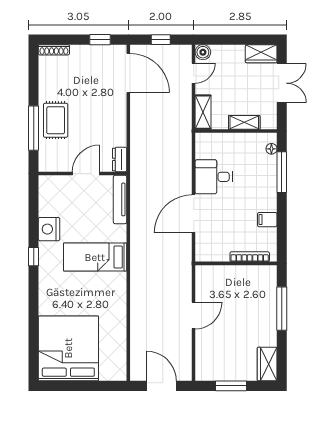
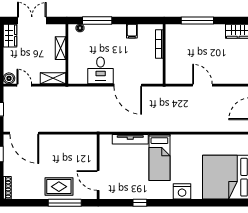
door: (128, 73) -> (24, 133), swing flipped
dresser: (120, 159) -> (88, 140), removed
door: (86, 174) -> (98, 181), moved
tv unit: (120, 199) -> (130, 139), moved
nightstand: (49, 229) -> (182, 191), moved
window: (34, 257) -> (140, 203), moved

